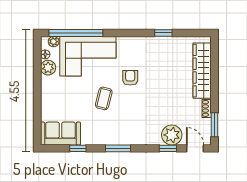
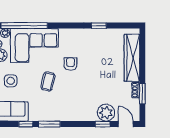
side table: (60, 98) -> (11, 81), added
window: (214, 125) -> (142, 94), moved
window: (118, 148) -> (49, 124), moved

